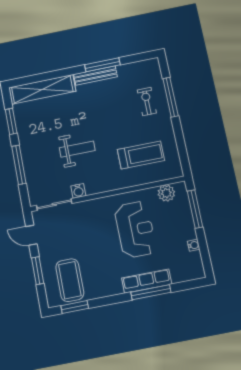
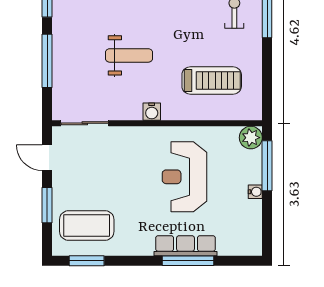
water cooler: (78, 191) -> (152, 112), moved
plant: (166, 193) -> (251, 138), moved
reception desk: (135, 229) -> (184, 177), turned 180
water cooler: (194, 245) -> (255, 192), moved
coffee table: (70, 280) -> (87, 225), turned 90

